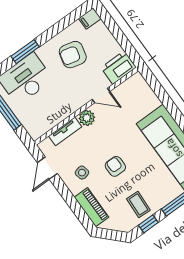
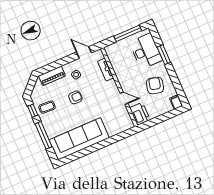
door: (101, 95) -> (124, 98), swing flipped
plant: (87, 118) -> (111, 86), removed

